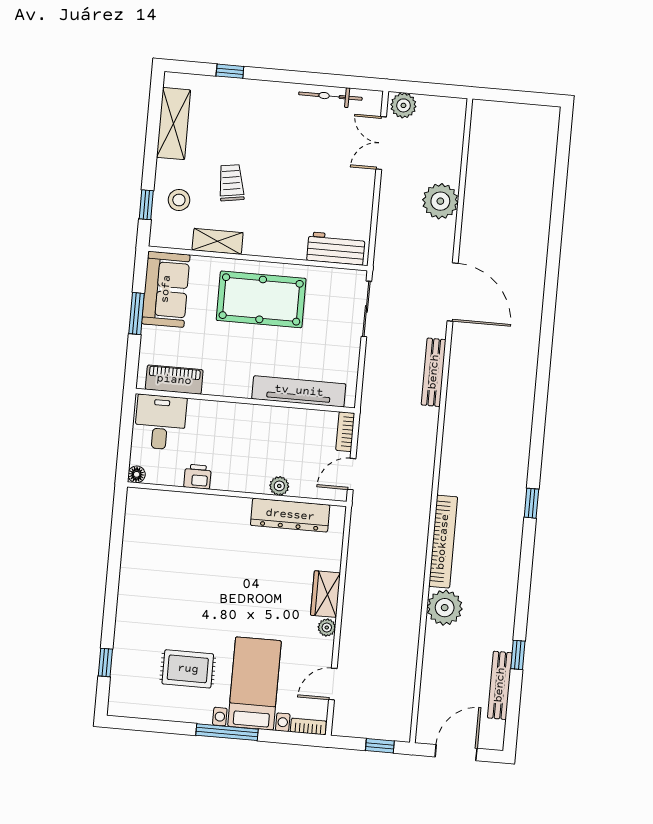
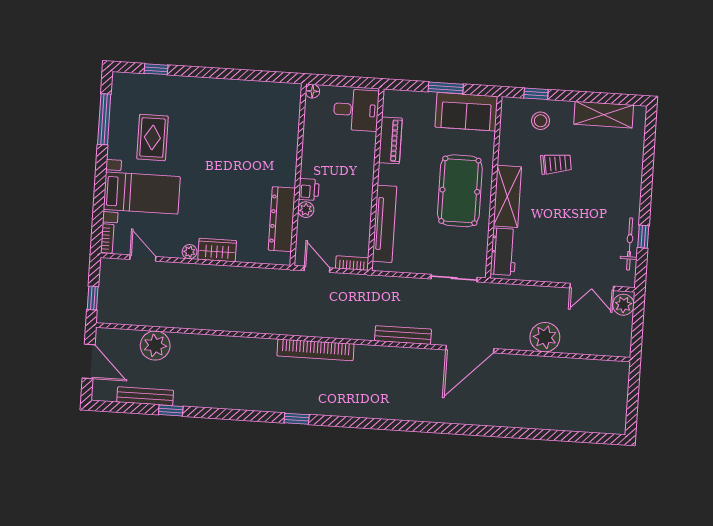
window: (230, 71) -> (643, 237), moved
double door: (381, 143) -> (592, 287), swing flipped
shelving: (218, 241) -> (507, 196), moved, width x1.50, depth x1.33
piano: (174, 380) -> (390, 140), moved
printer: (198, 477) -> (309, 190), moved
bookcase: (443, 542) -> (315, 350), moved
plant: (445, 608) -> (155, 346), moved
window: (227, 732) -> (104, 119), moved

